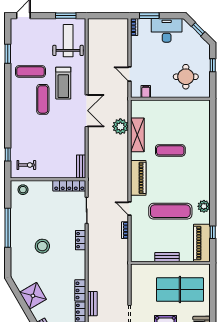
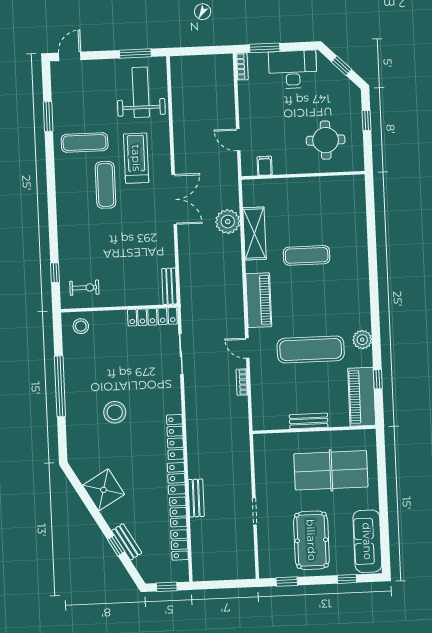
treadmill: (63, 83) -> (136, 158), turned 180
locker: (81, 240) -> (175, 437), moved, width x1.53

